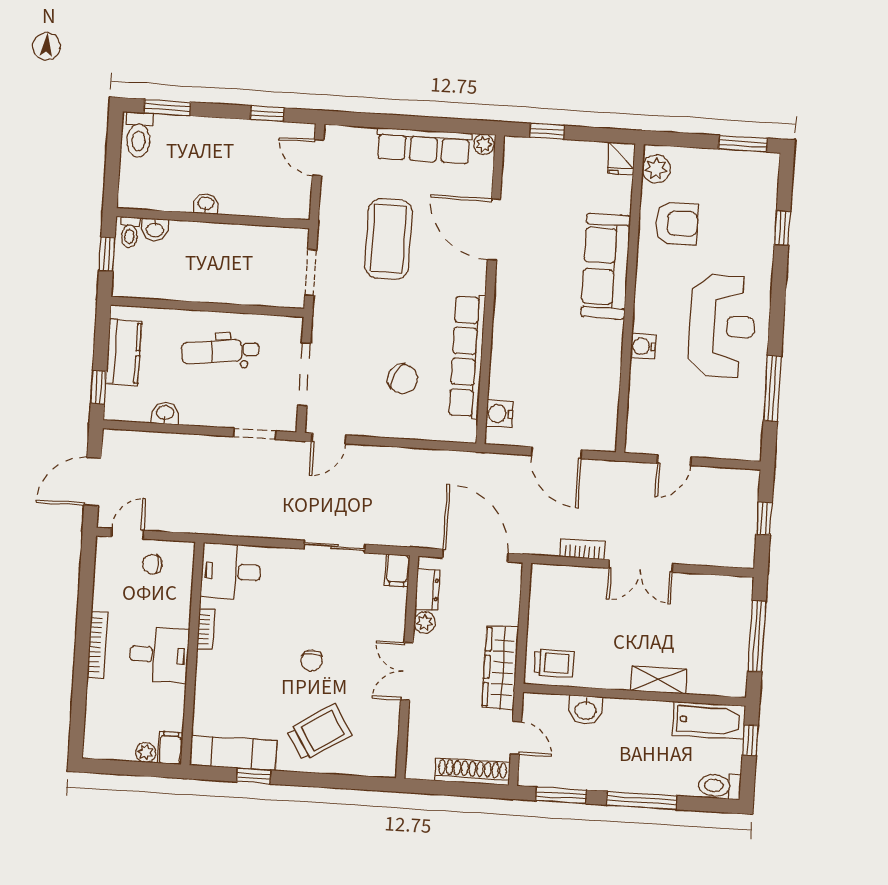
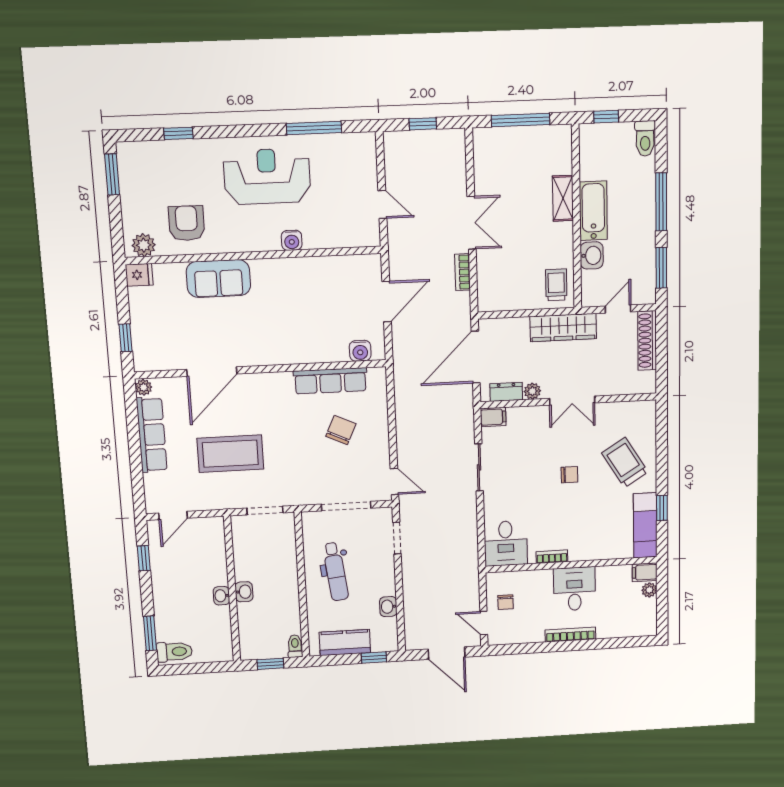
washbasin: (155, 229) -> (244, 592), moved
toilet: (130, 232) -> (295, 646), moved, turned -90
sofa: (606, 266) -> (218, 279), width x0.73
row of seats: (467, 357) -> (330, 381), width x0.73
bathtub: (709, 720) -> (593, 211), moved

